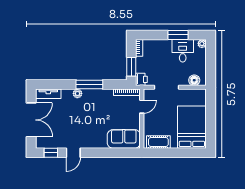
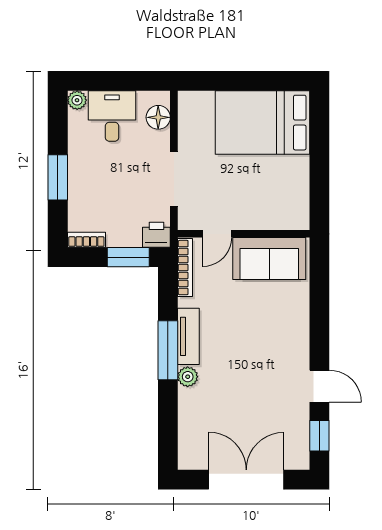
window: (178, 35) -> (58, 177), moved
desk: (183, 51) -> (112, 116), moved, turned 90
tv unit: (48, 94) -> (188, 336), moved
door: (142, 107) -> (217, 234), swing flipped
sofa: (124, 139) -> (269, 258), moved, turned -90
cot: (158, 142) -> (296, 197), removed

